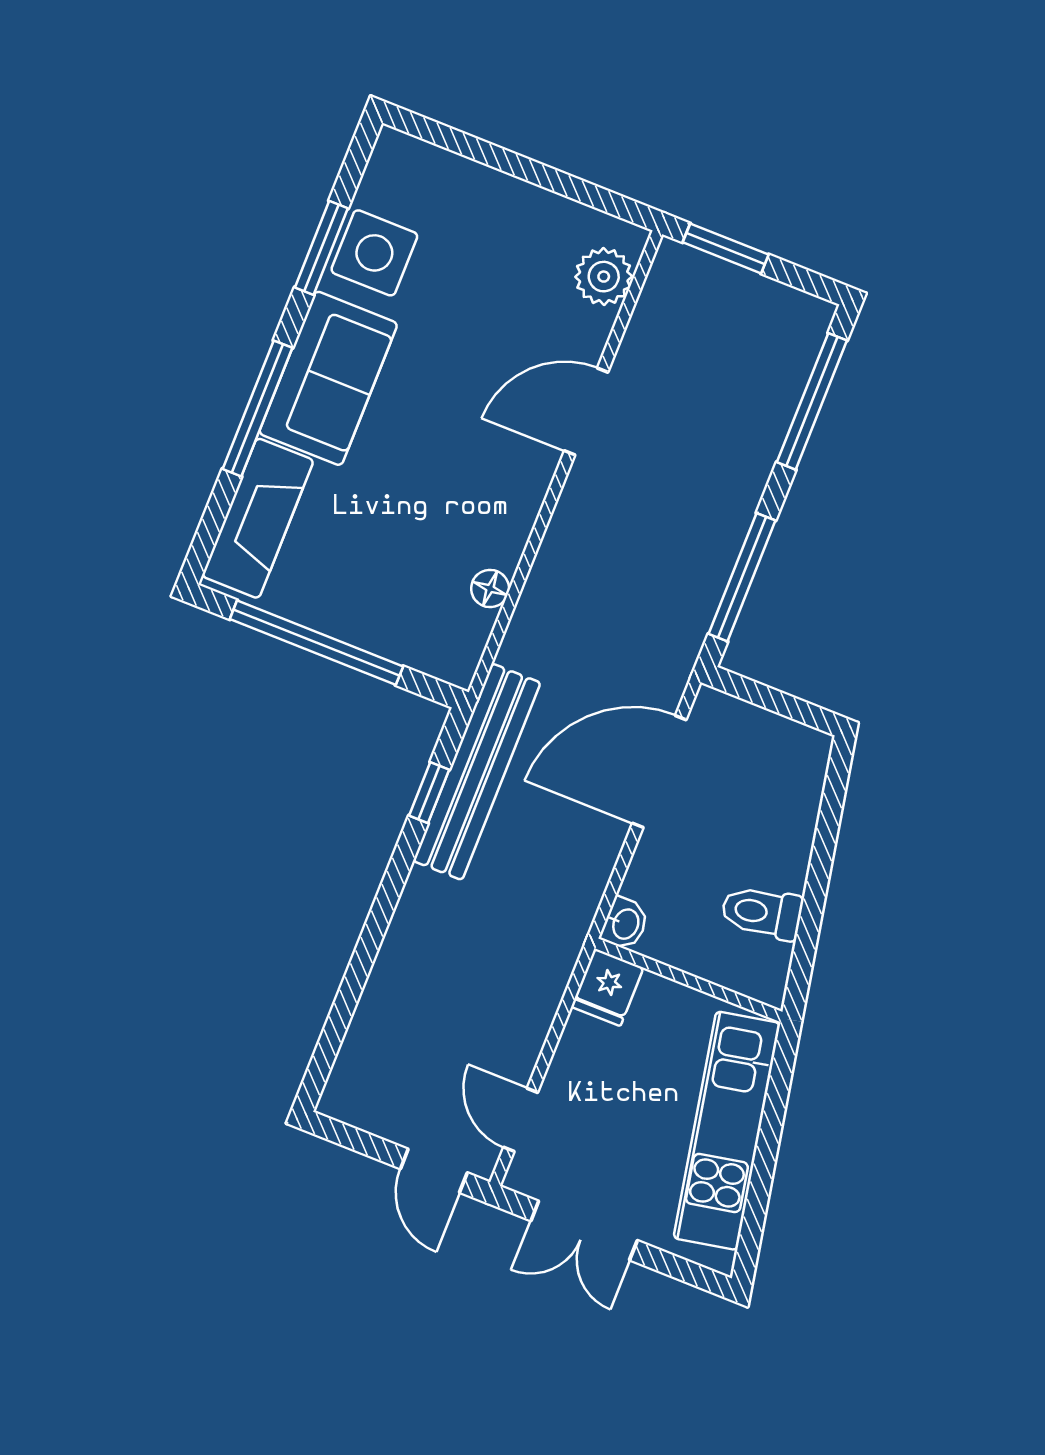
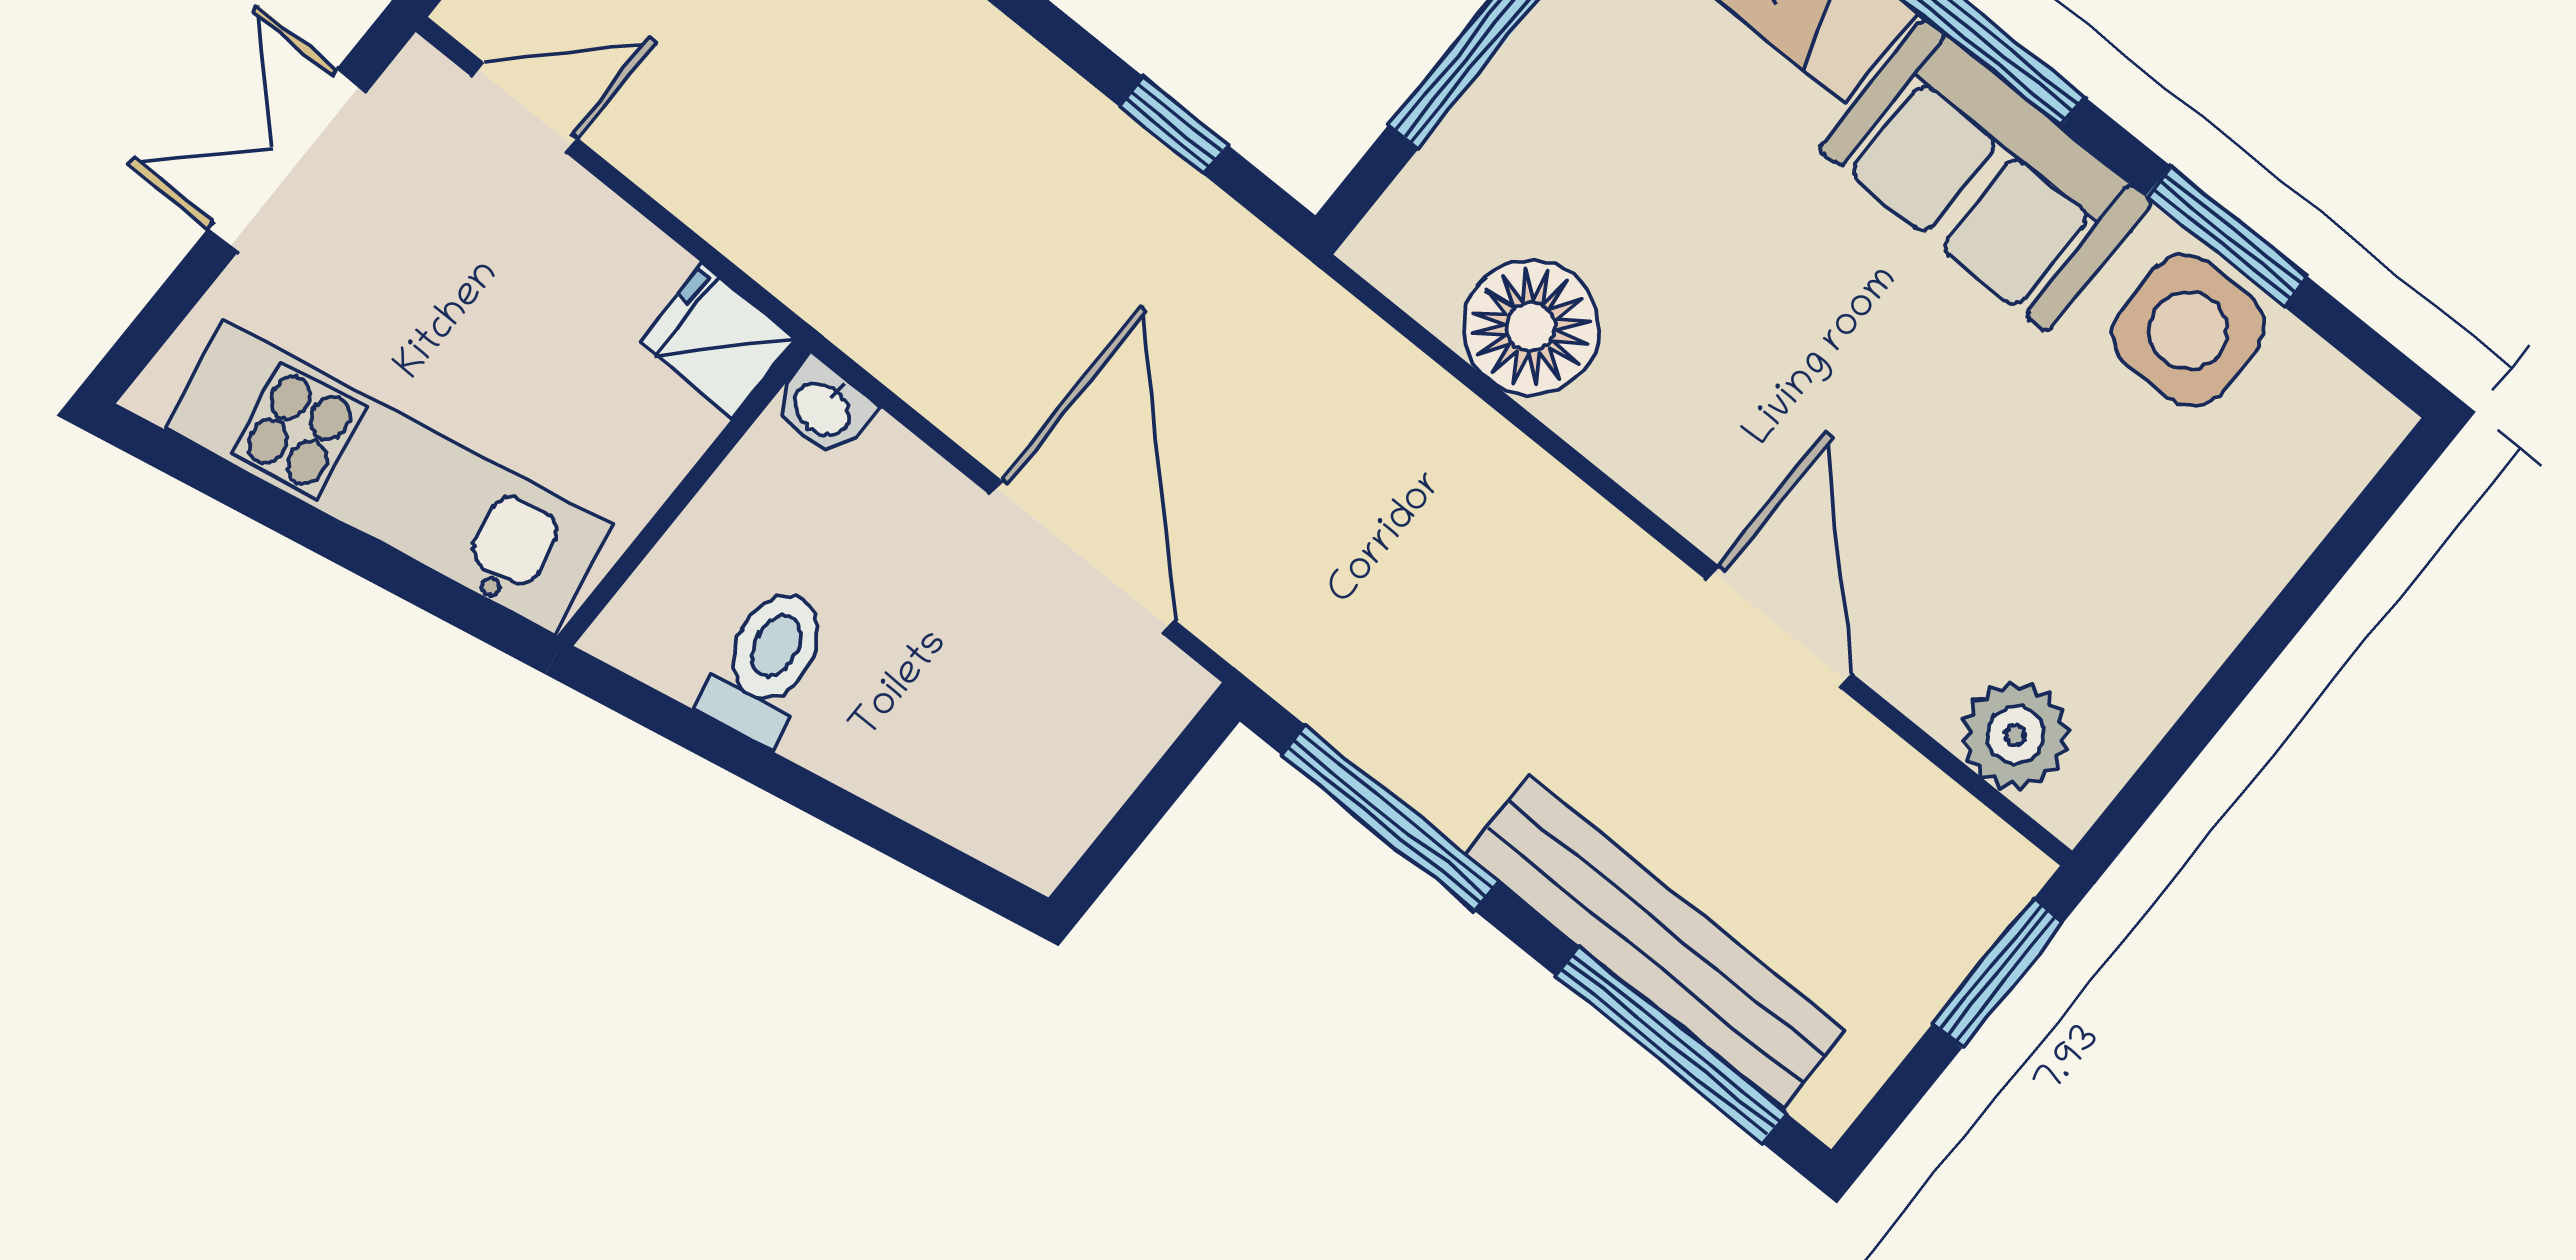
floor lamp: (490, 588) -> (1531, 327), width x1.89, depth x1.89
bench: (477, 772) -> (1655, 942), moved

